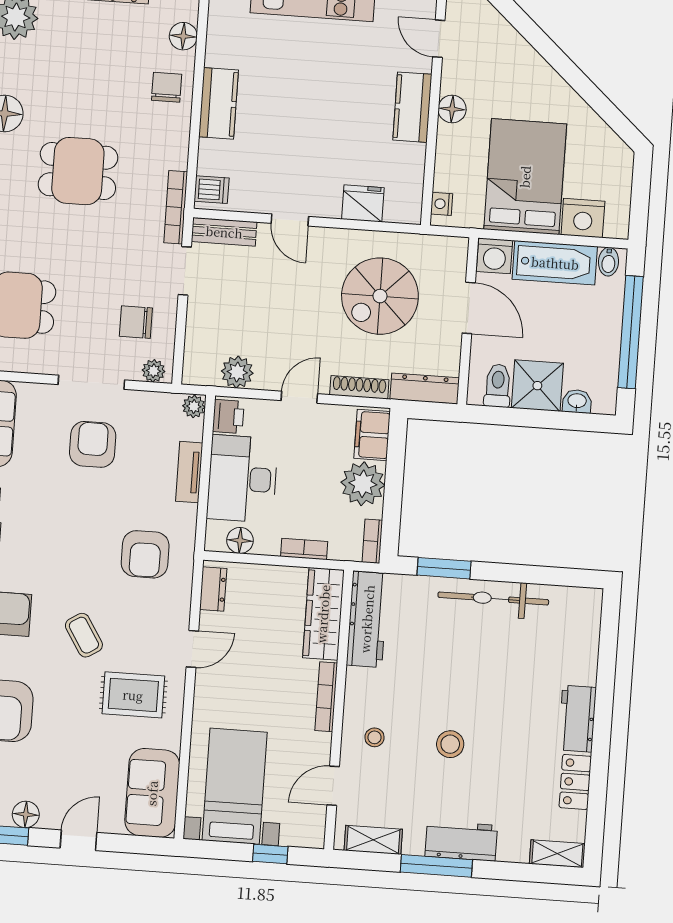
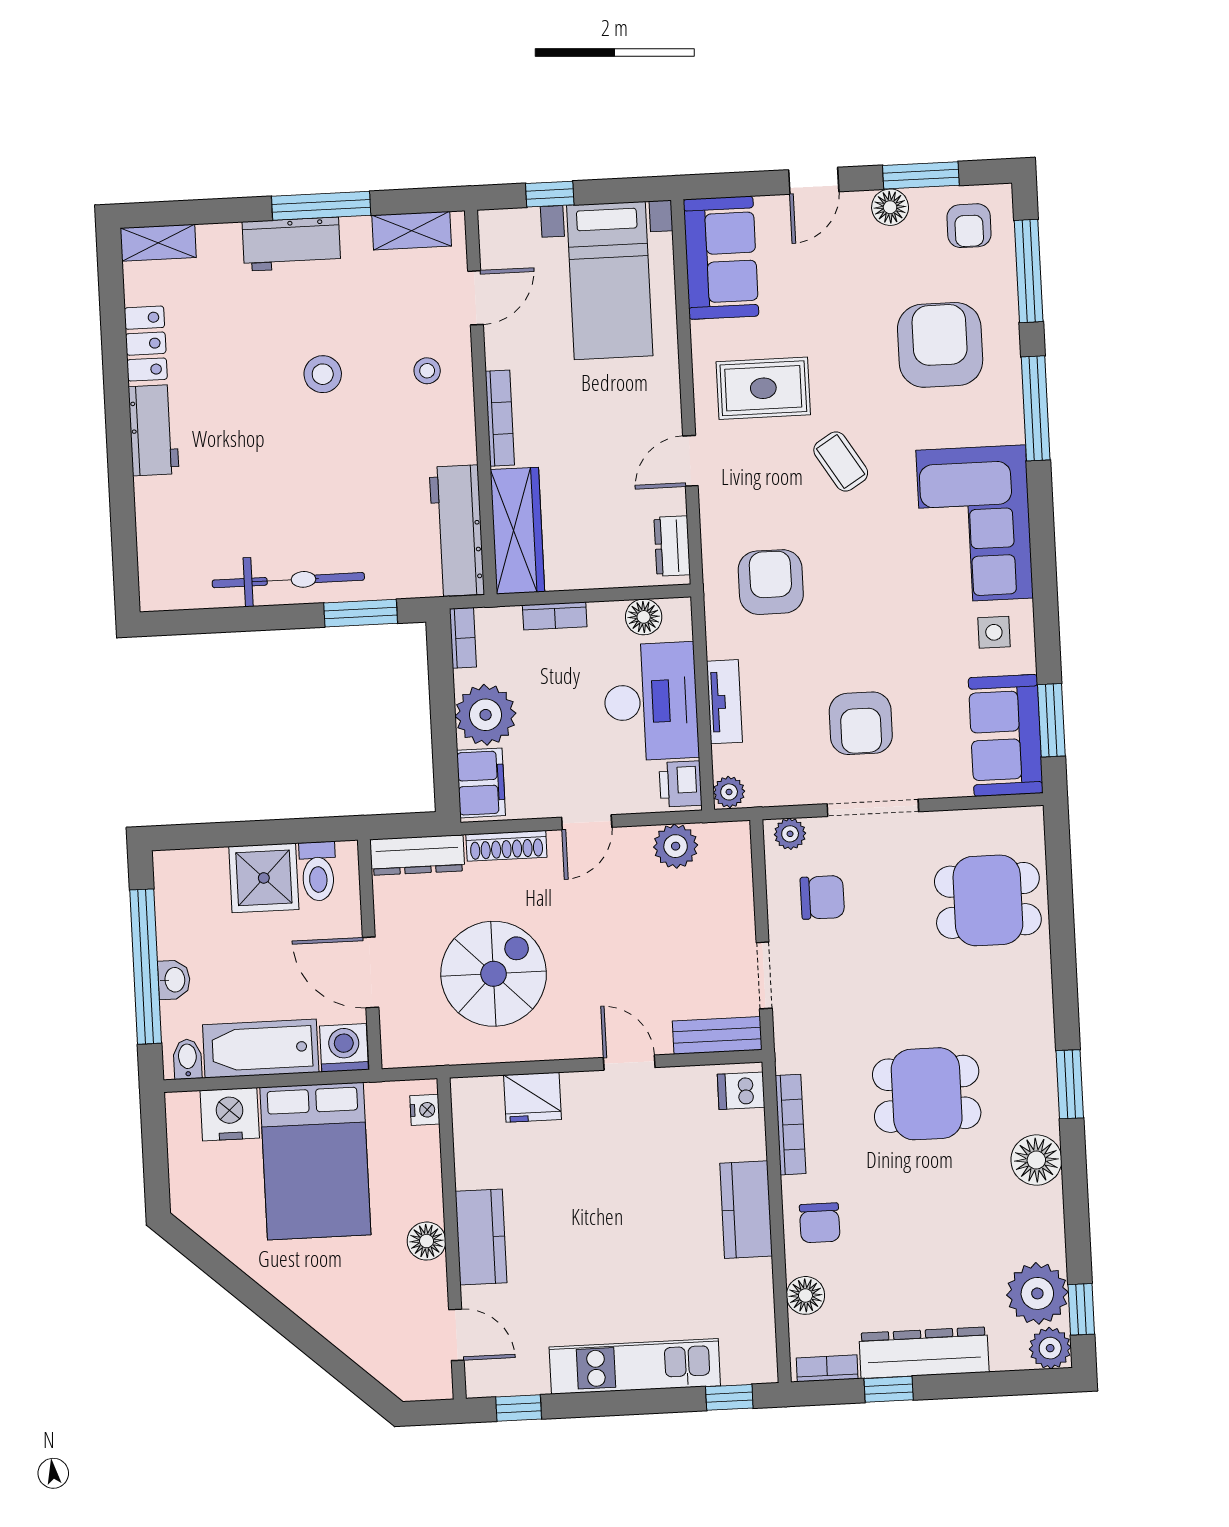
bookcase: (176, 207) -> (790, 1125), moved
washbasin: (577, 401) -> (174, 980), moved, turned -90

